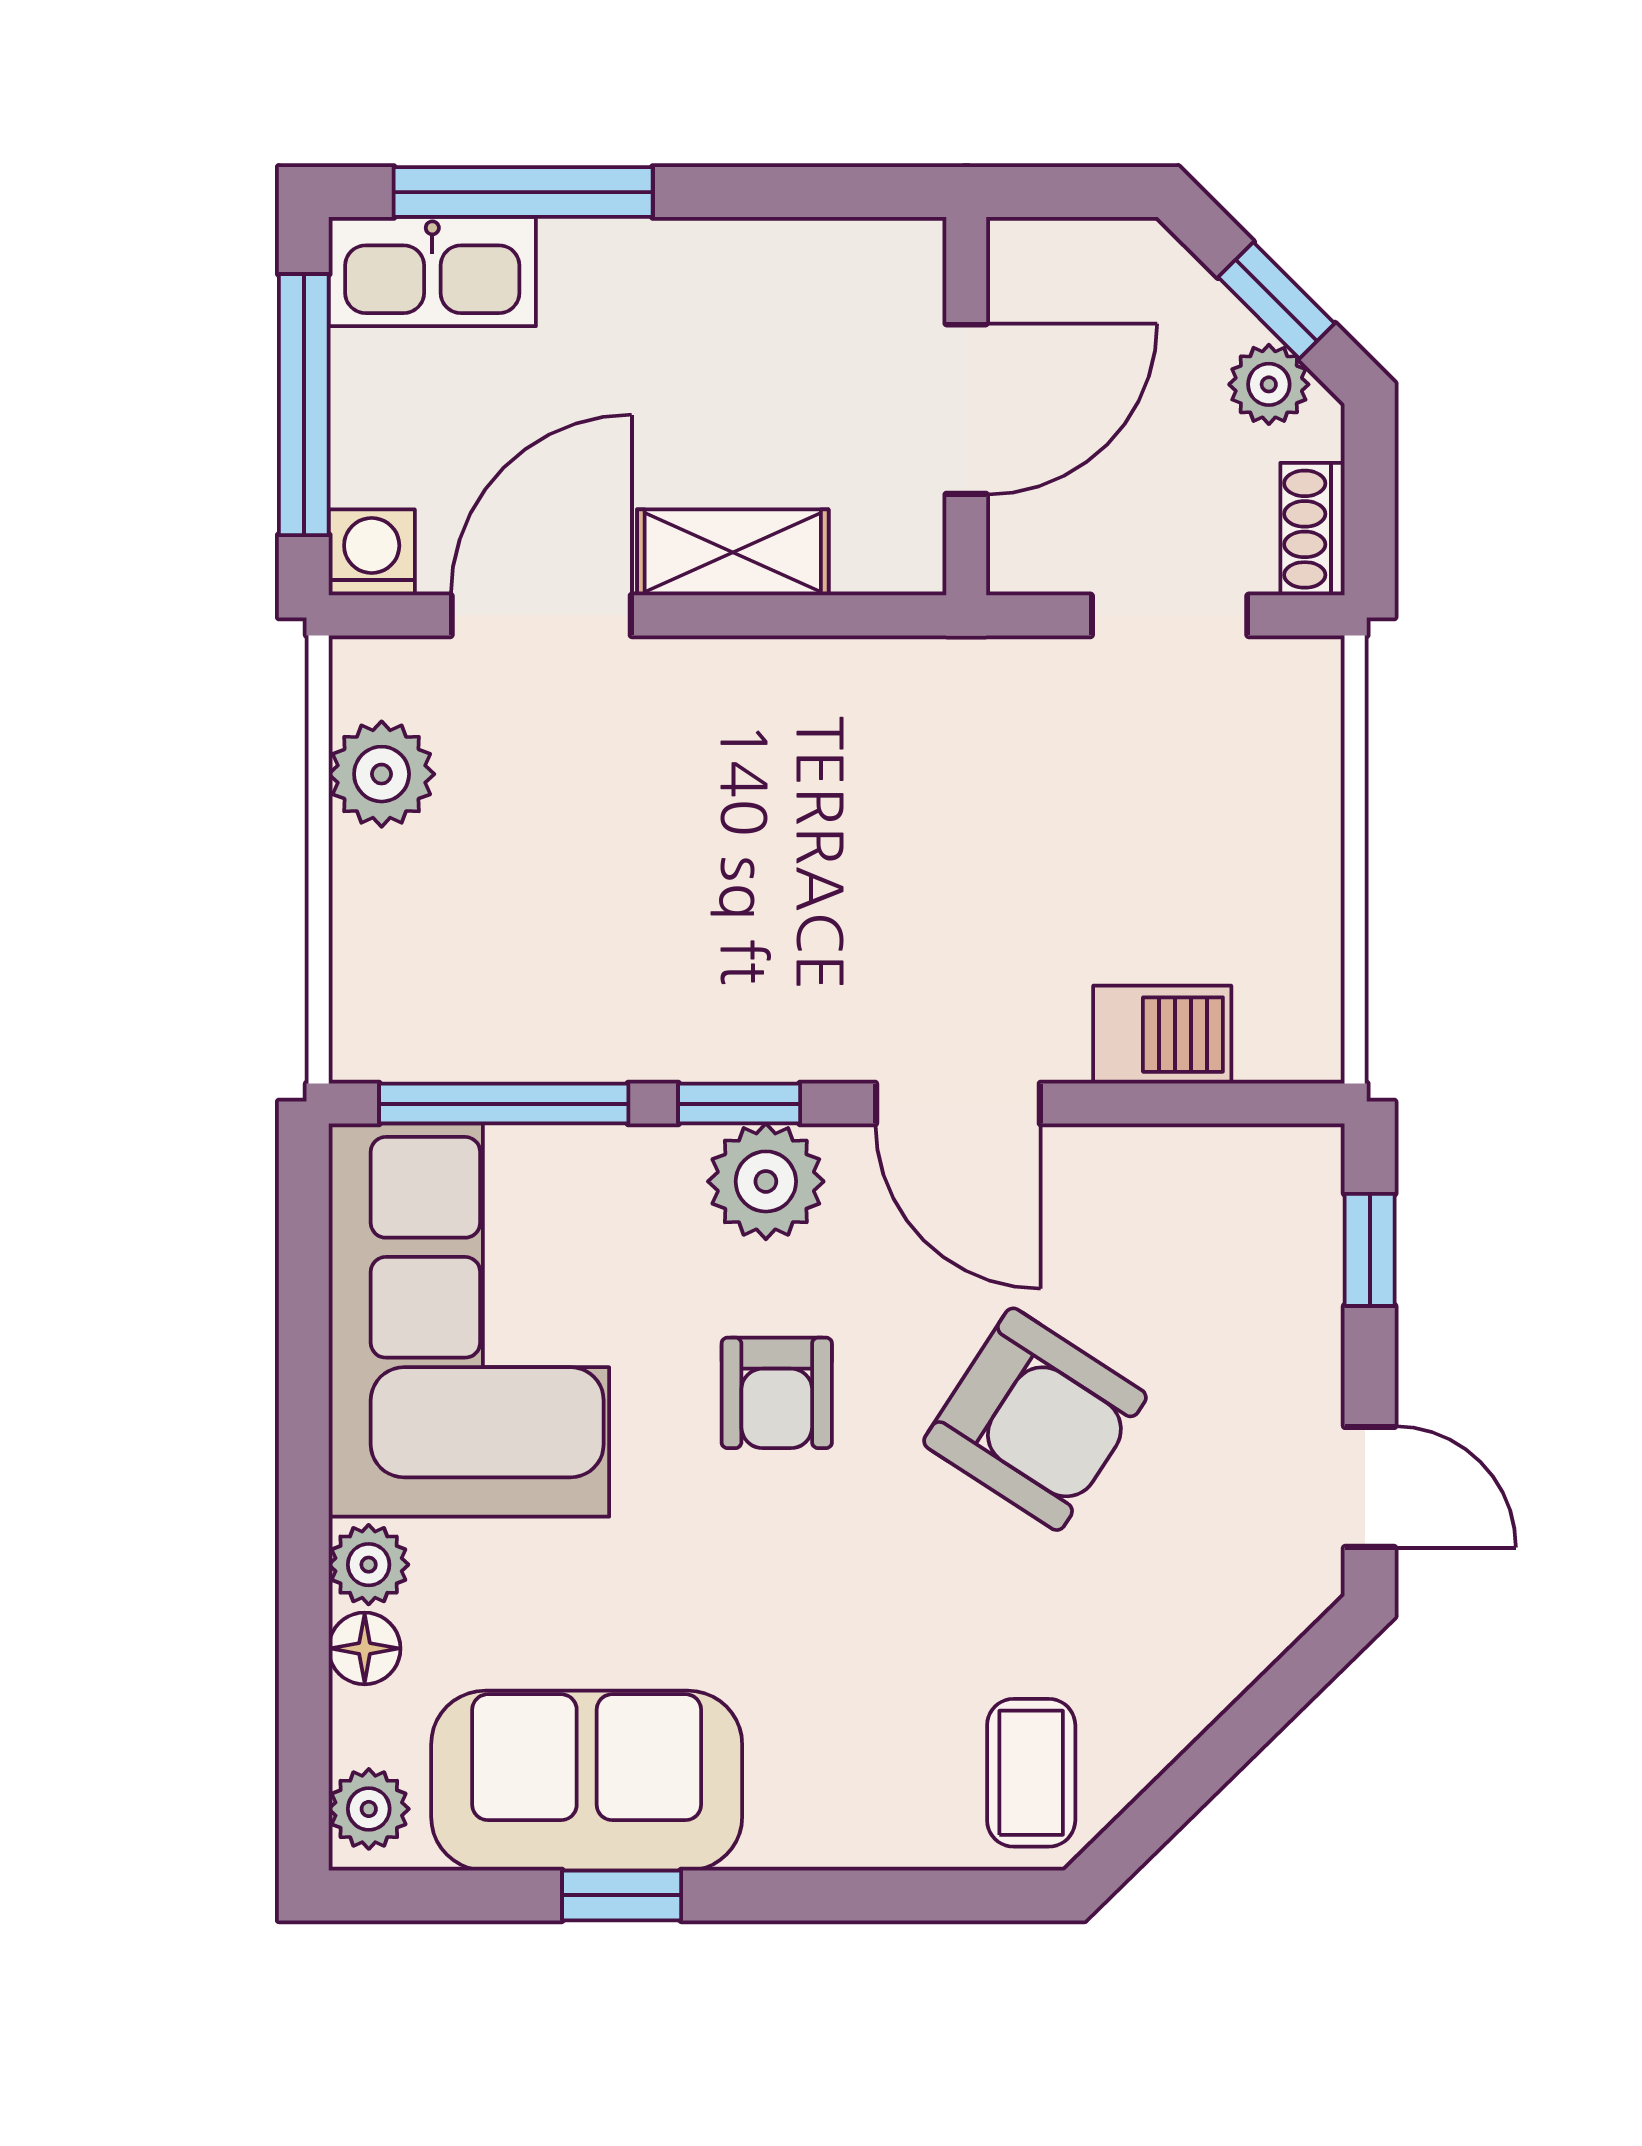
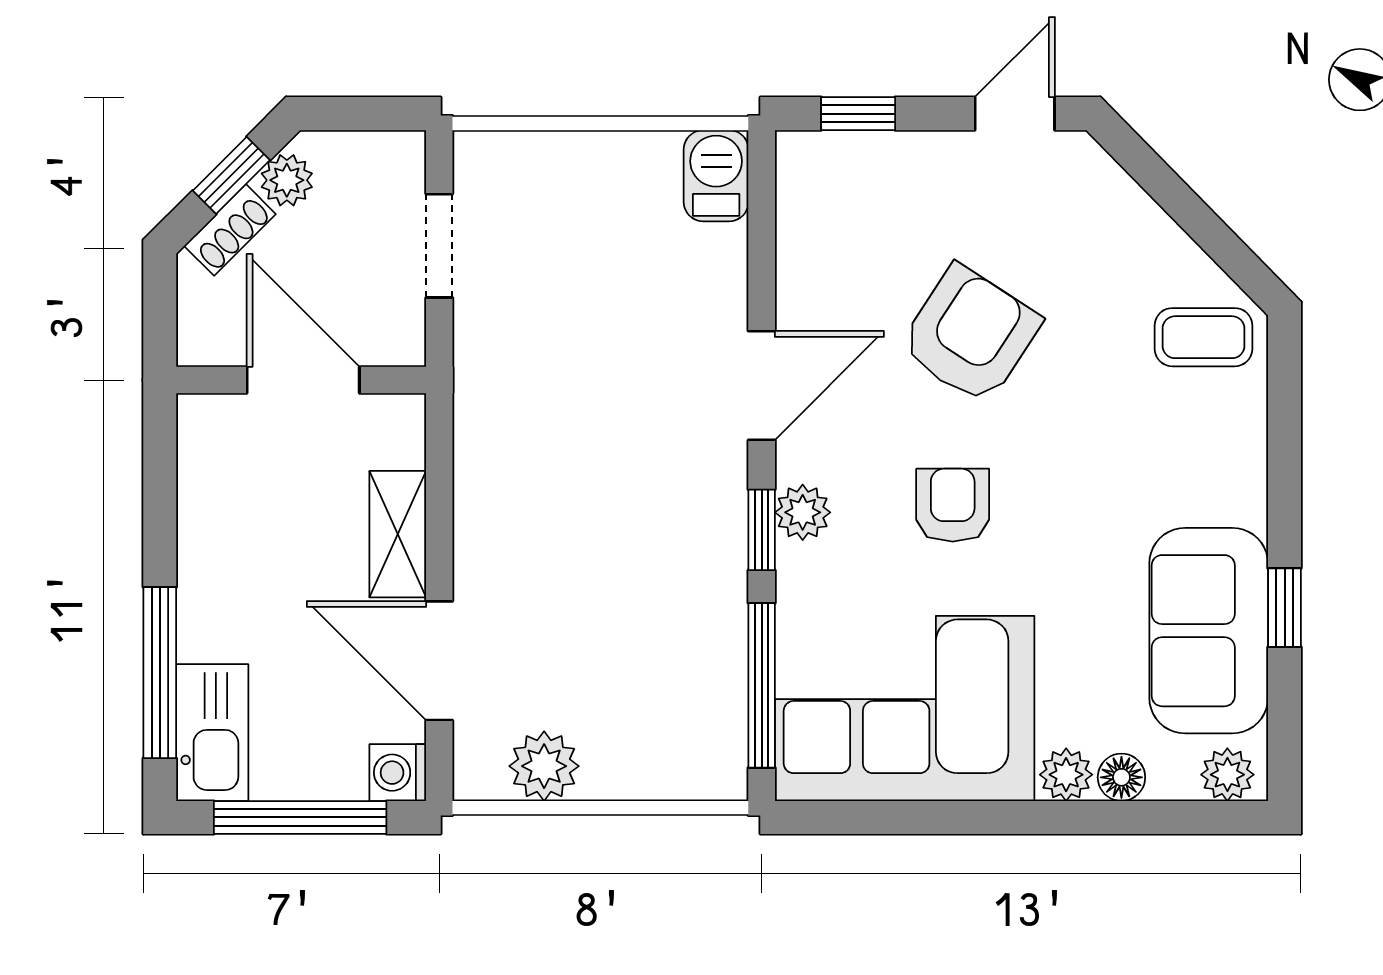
shoe rack: (1313, 529) -> (230, 230), moved, turned -45
barbecue: (1162, 1035) -> (716, 176), moved
plant: (766, 1181) -> (803, 512), width x0.73, depth x0.73
armchair: (777, 1393) -> (953, 505), turned -90

